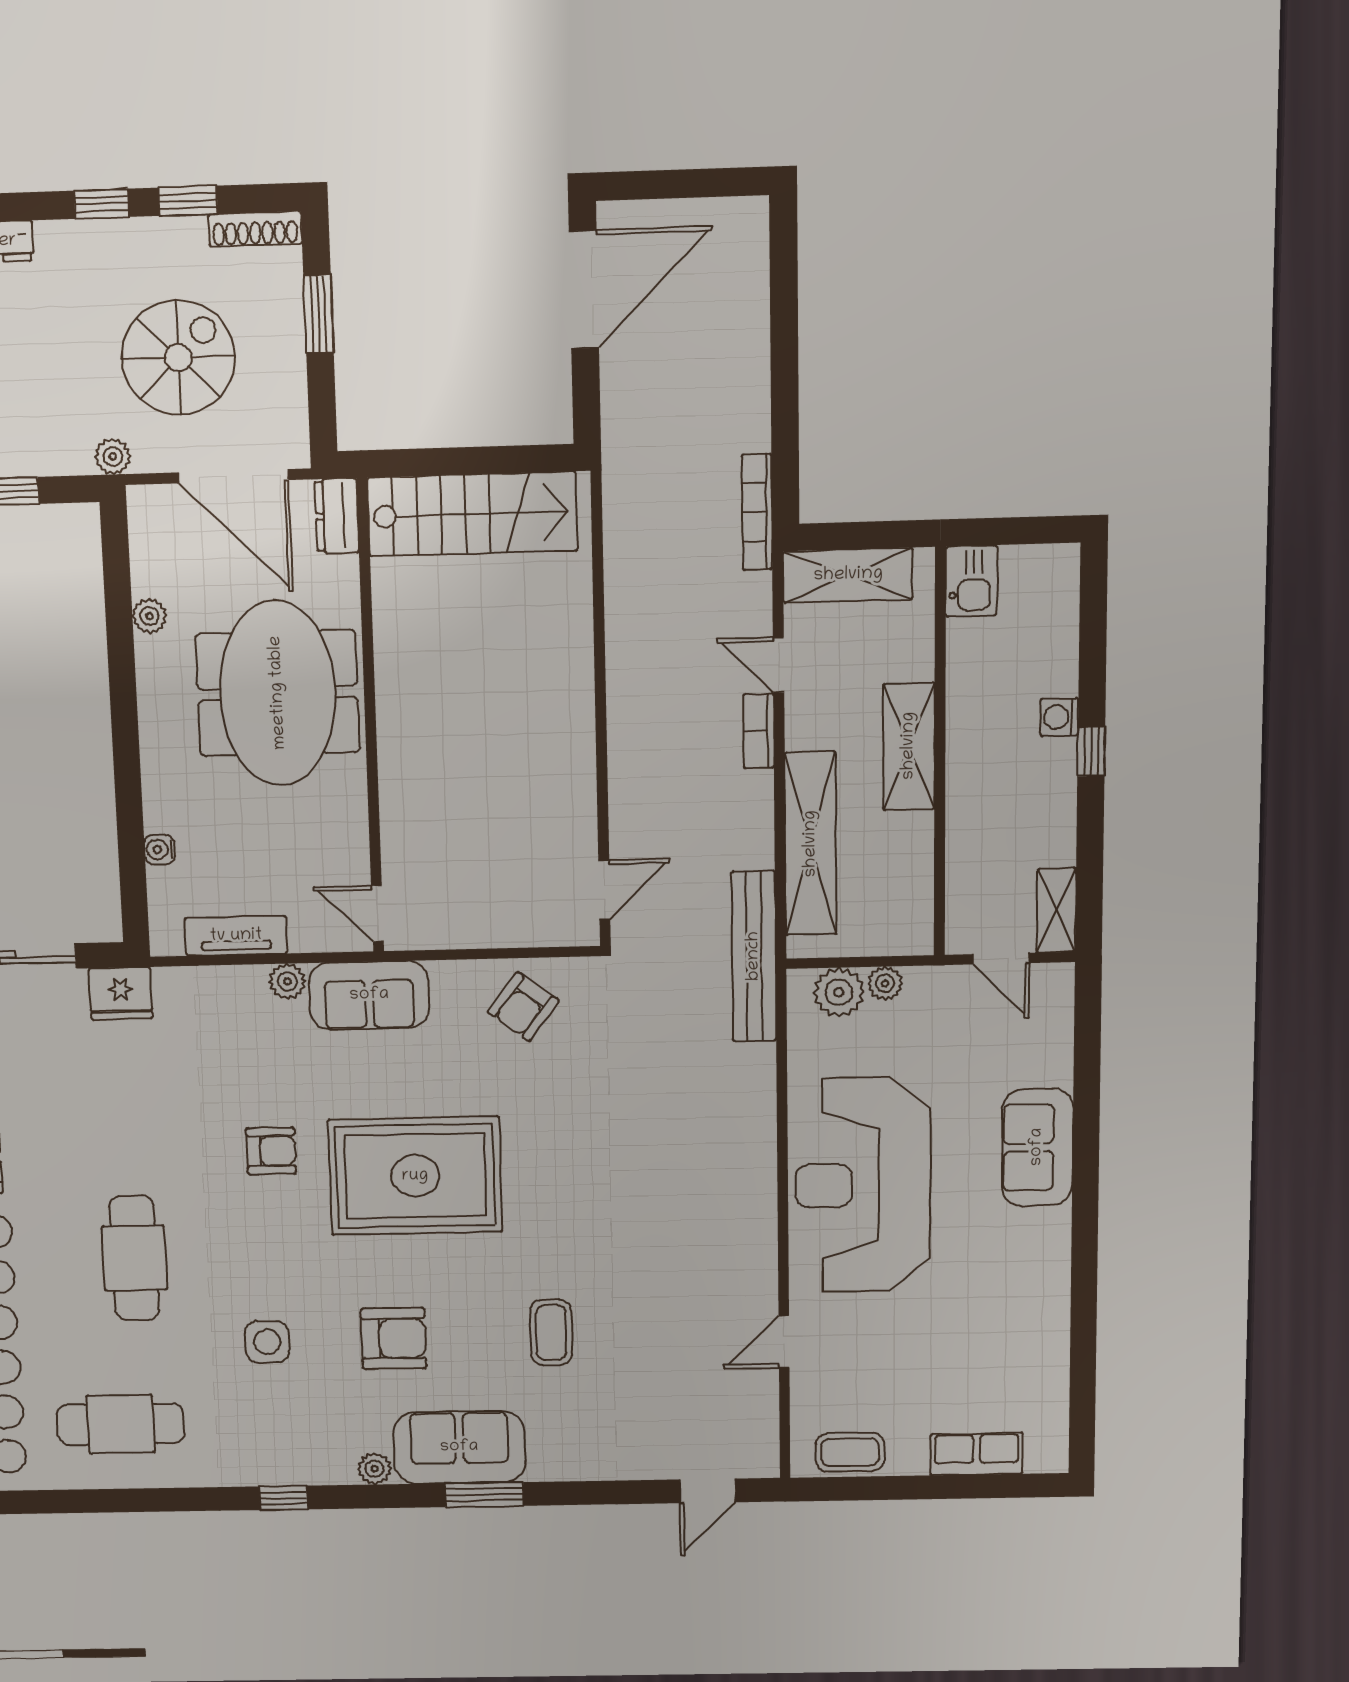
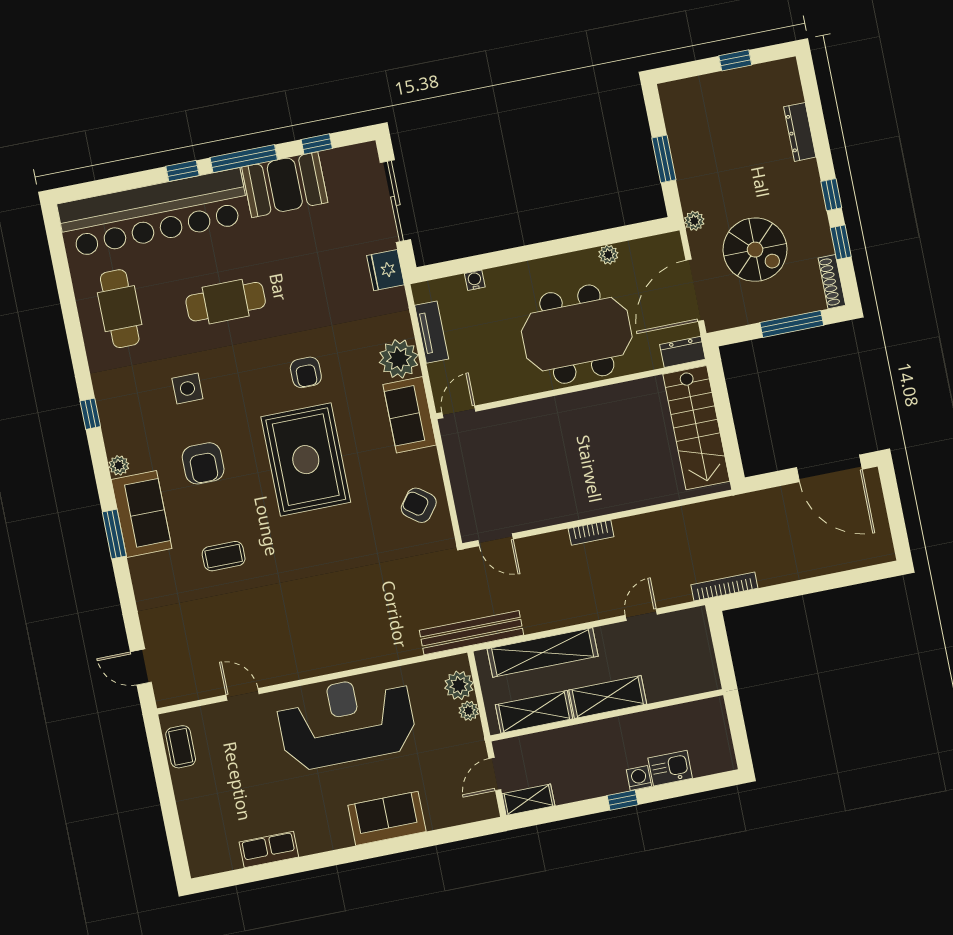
window: (319, 314) -> (792, 324), width x1.44
shelving: (848, 575) -> (534, 712), moved, turned 90
kitchen sink: (971, 581) -> (670, 768), moved, turned 180
bookcase: (759, 731) -> (591, 533), moved, turned 180
plant: (287, 981) -> (399, 359), width x1.87, depth x1.87
row of seats: (977, 1454) -> (269, 849), moved, turned -90

